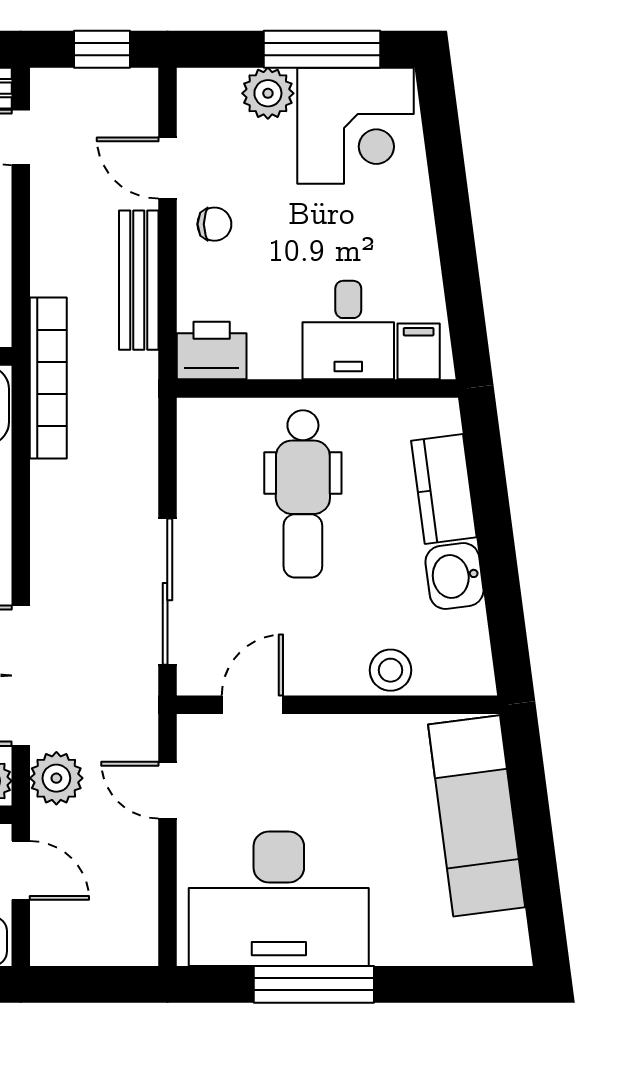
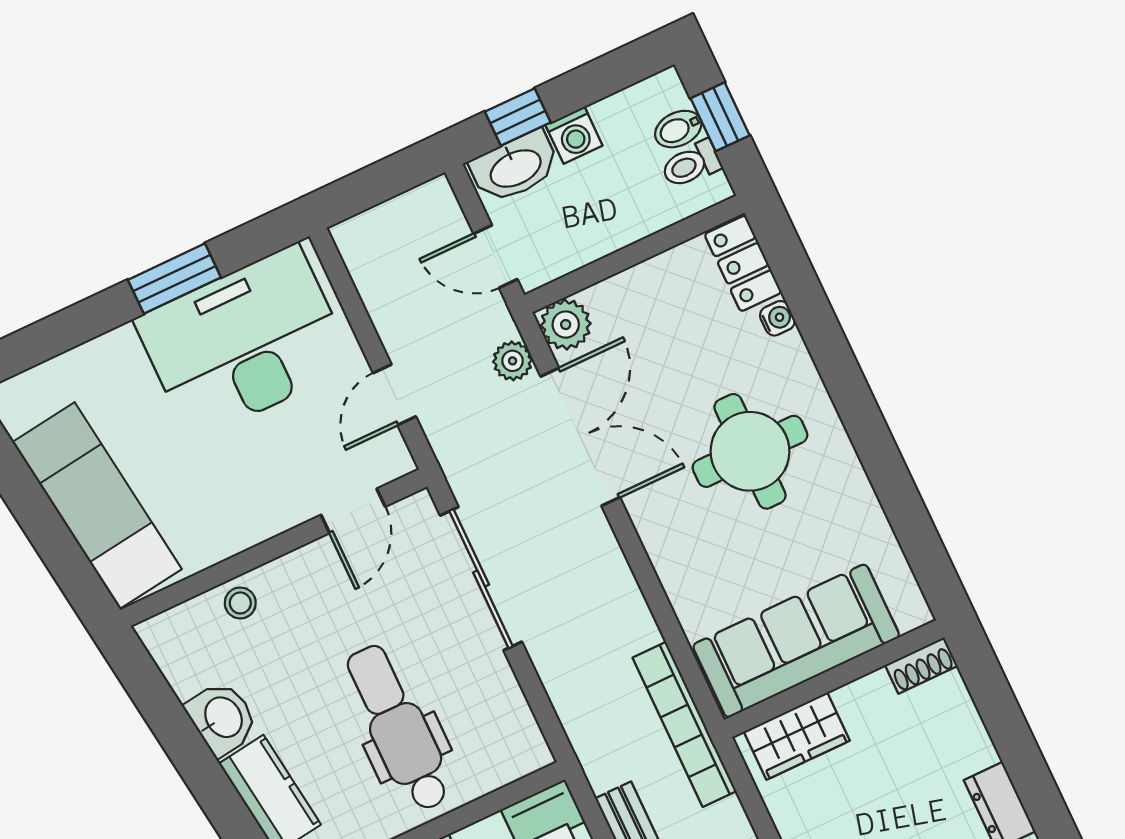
stool: (391, 670) -> (240, 603), width x0.73, depth x0.73
plant: (56, 778) -> (513, 361), width x0.73, depth x0.73
door: (167, 790) -> (395, 395), swing flipped
window: (314, 984) -> (174, 279), width x0.69

